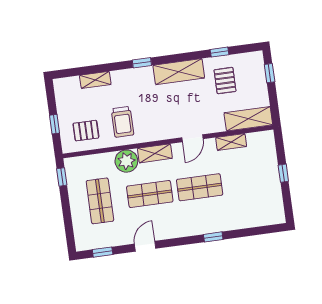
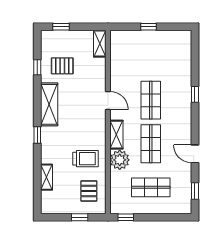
shelving: (248, 119) -> (100, 44), width x0.67, depth x0.75
shelving: (231, 142) -> (116, 68), removed

